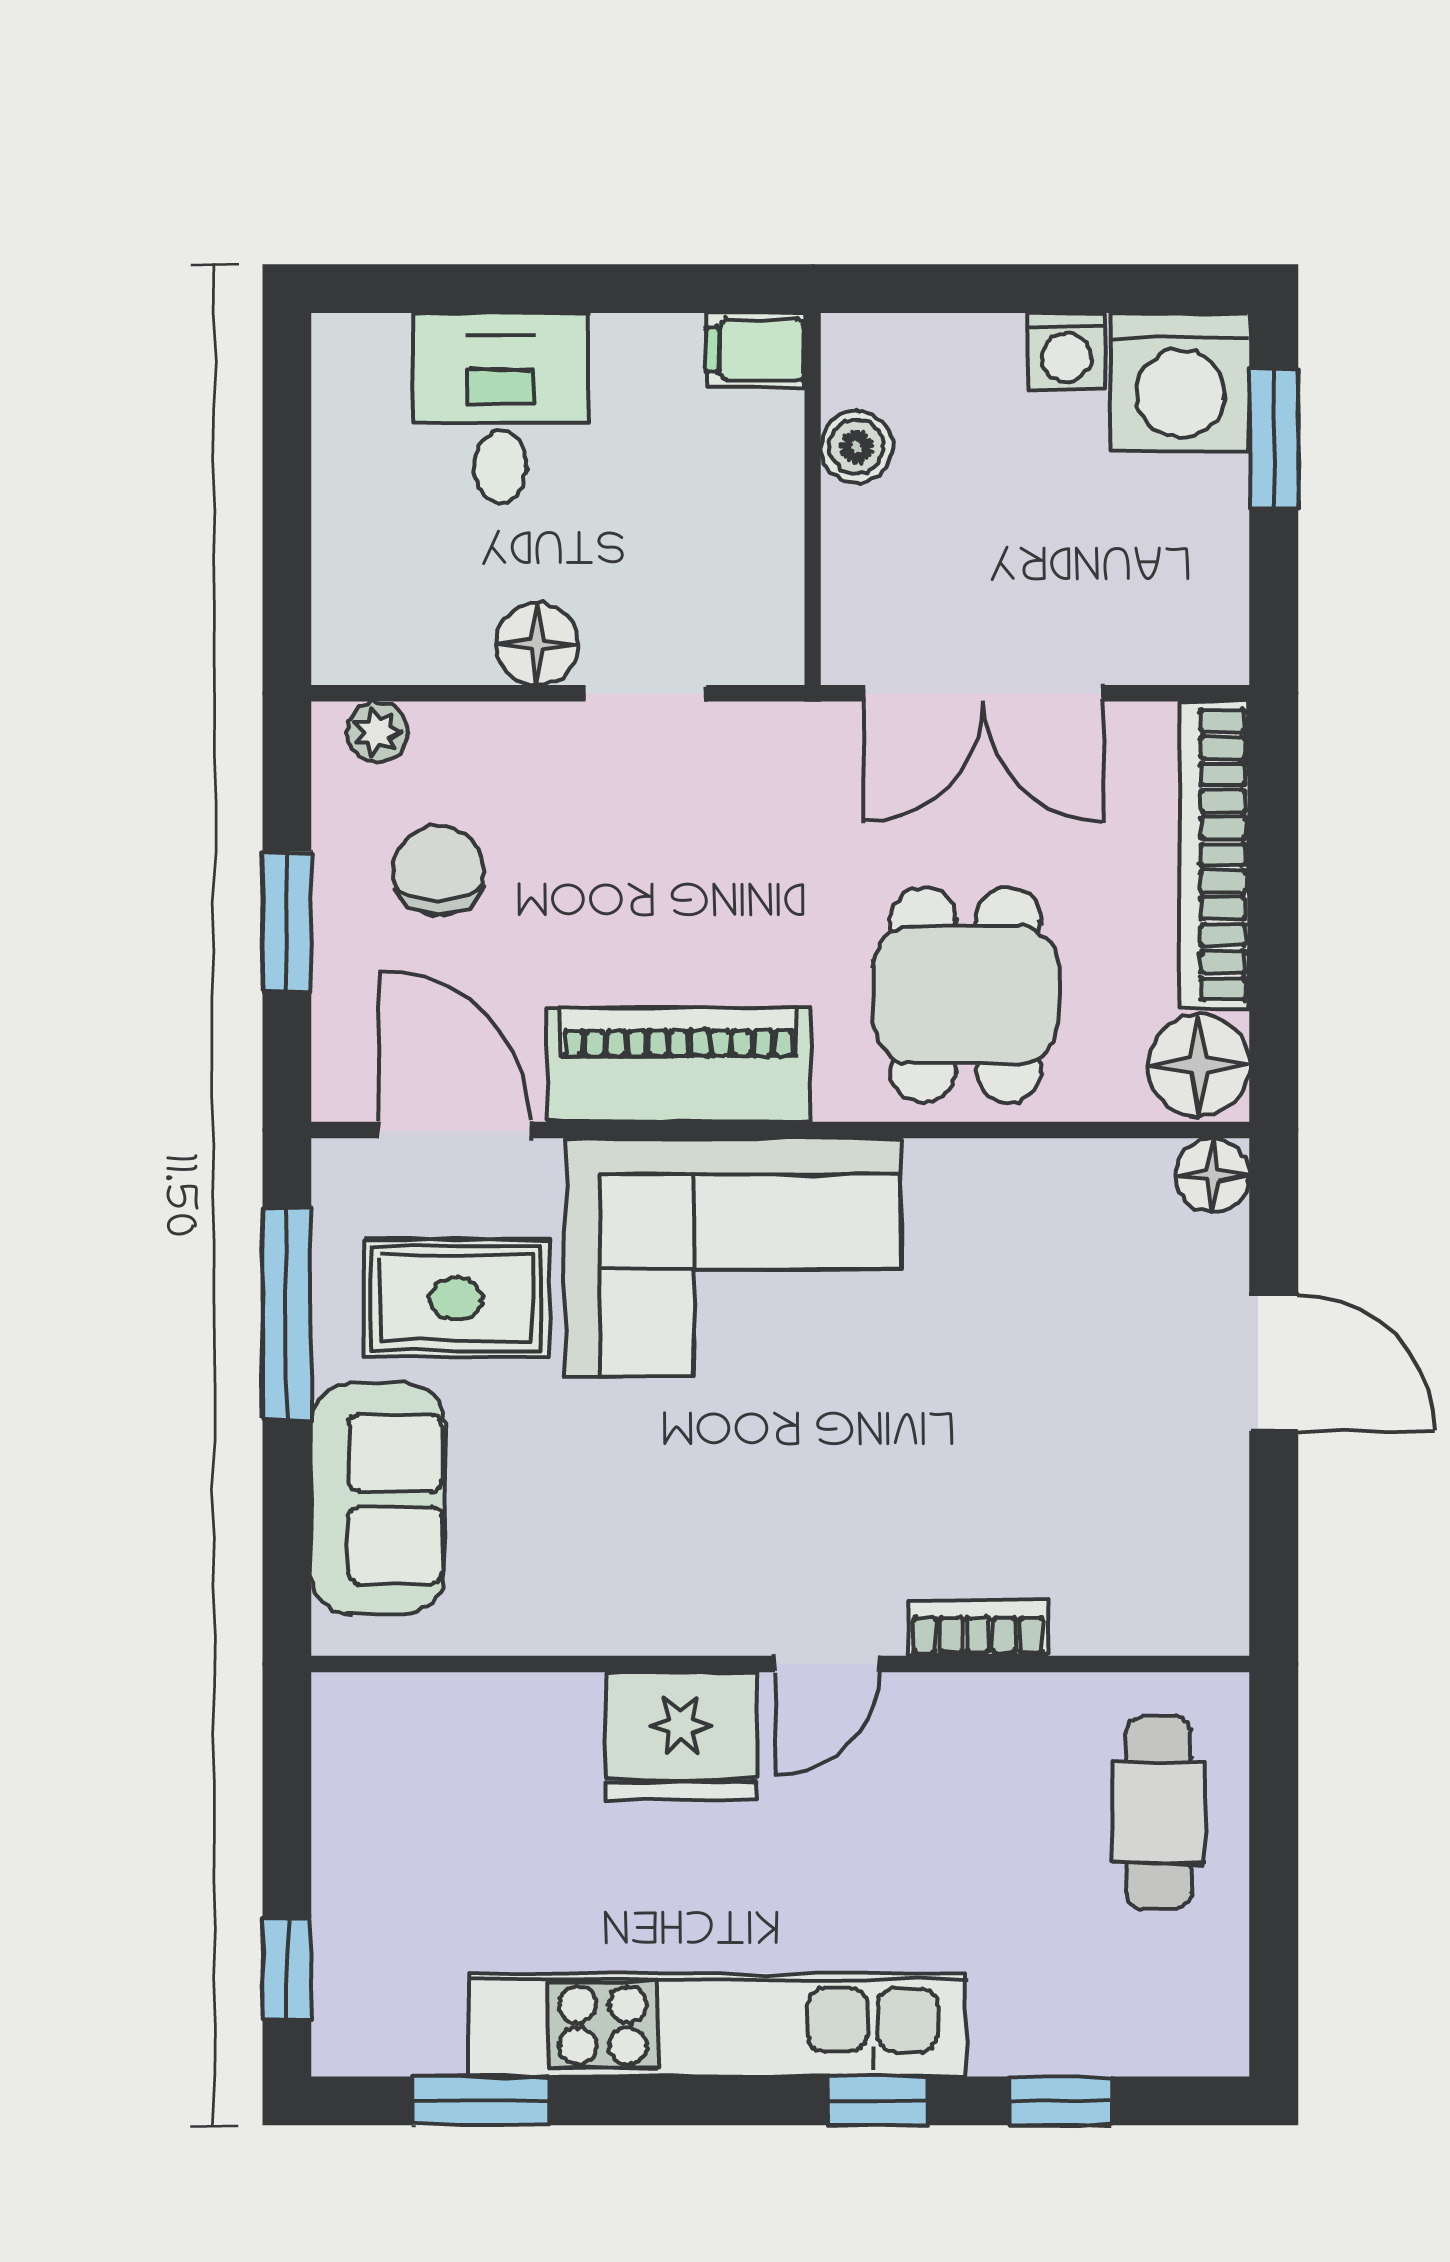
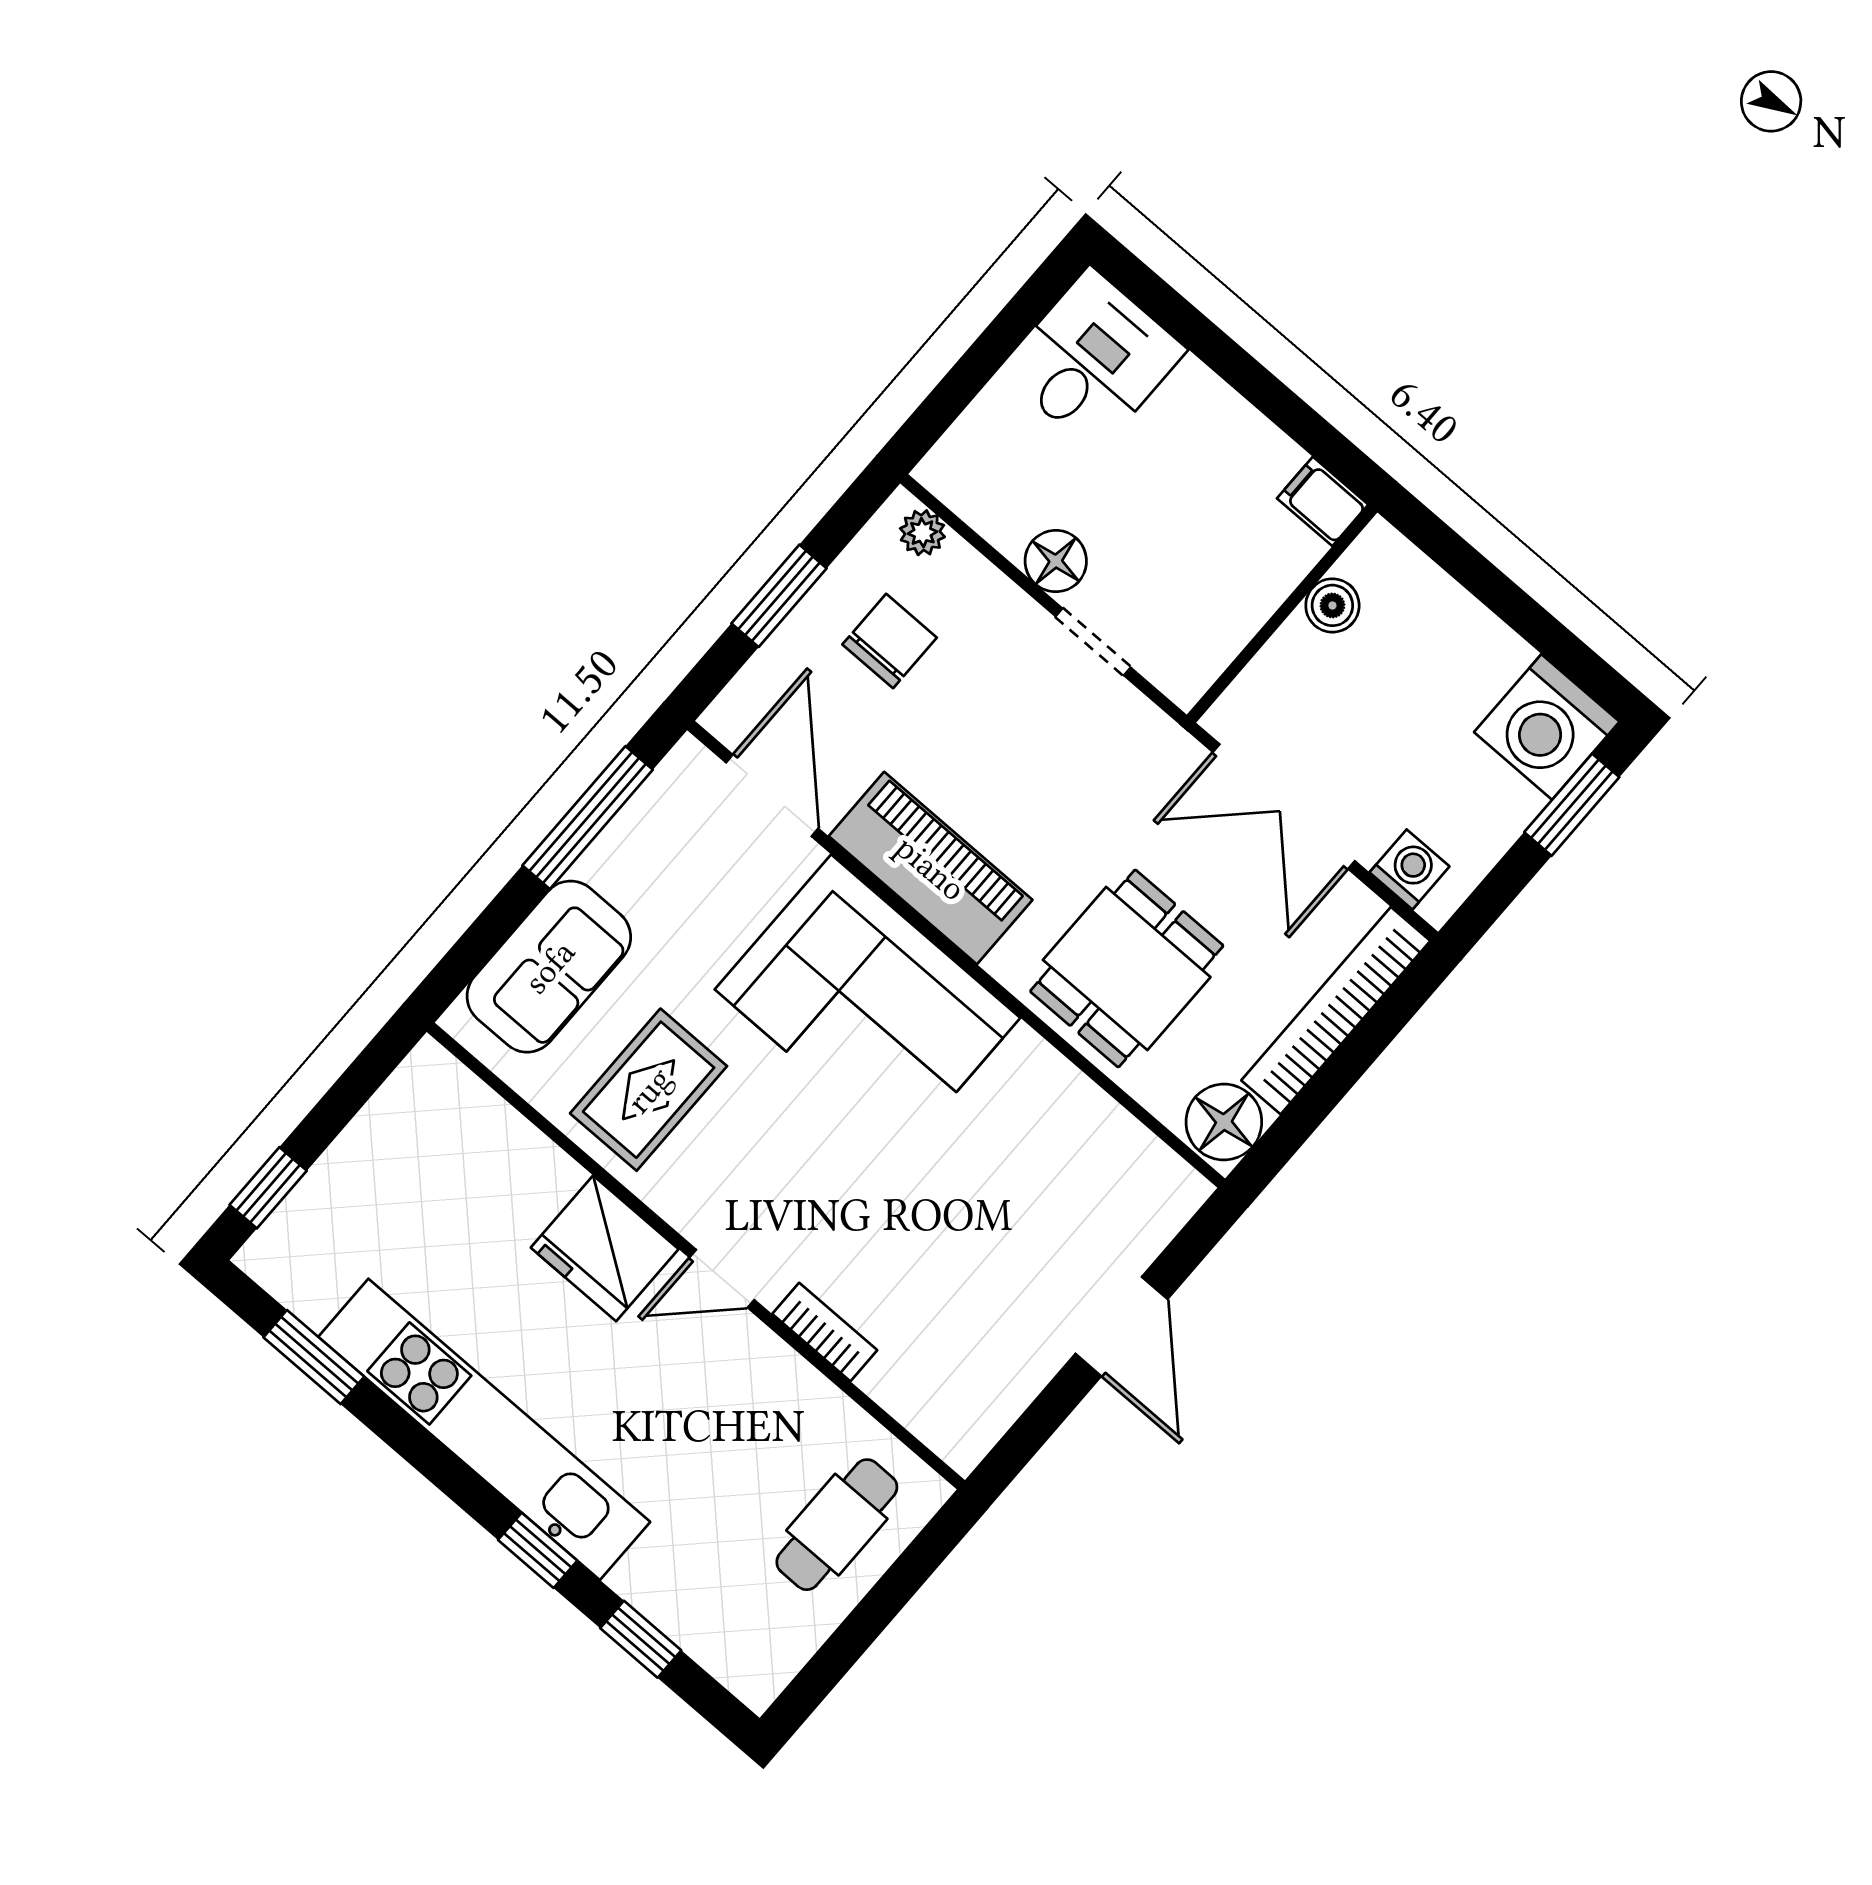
washing machine: (1066, 351) -> (1409, 869), moved, turned 180
desk: (500, 408) -> (1093, 360), moved
floor lamp: (1212, 1175) -> (1178, 1191), removed
rug: (456, 1298) -> (649, 1090), moved, turned 90

